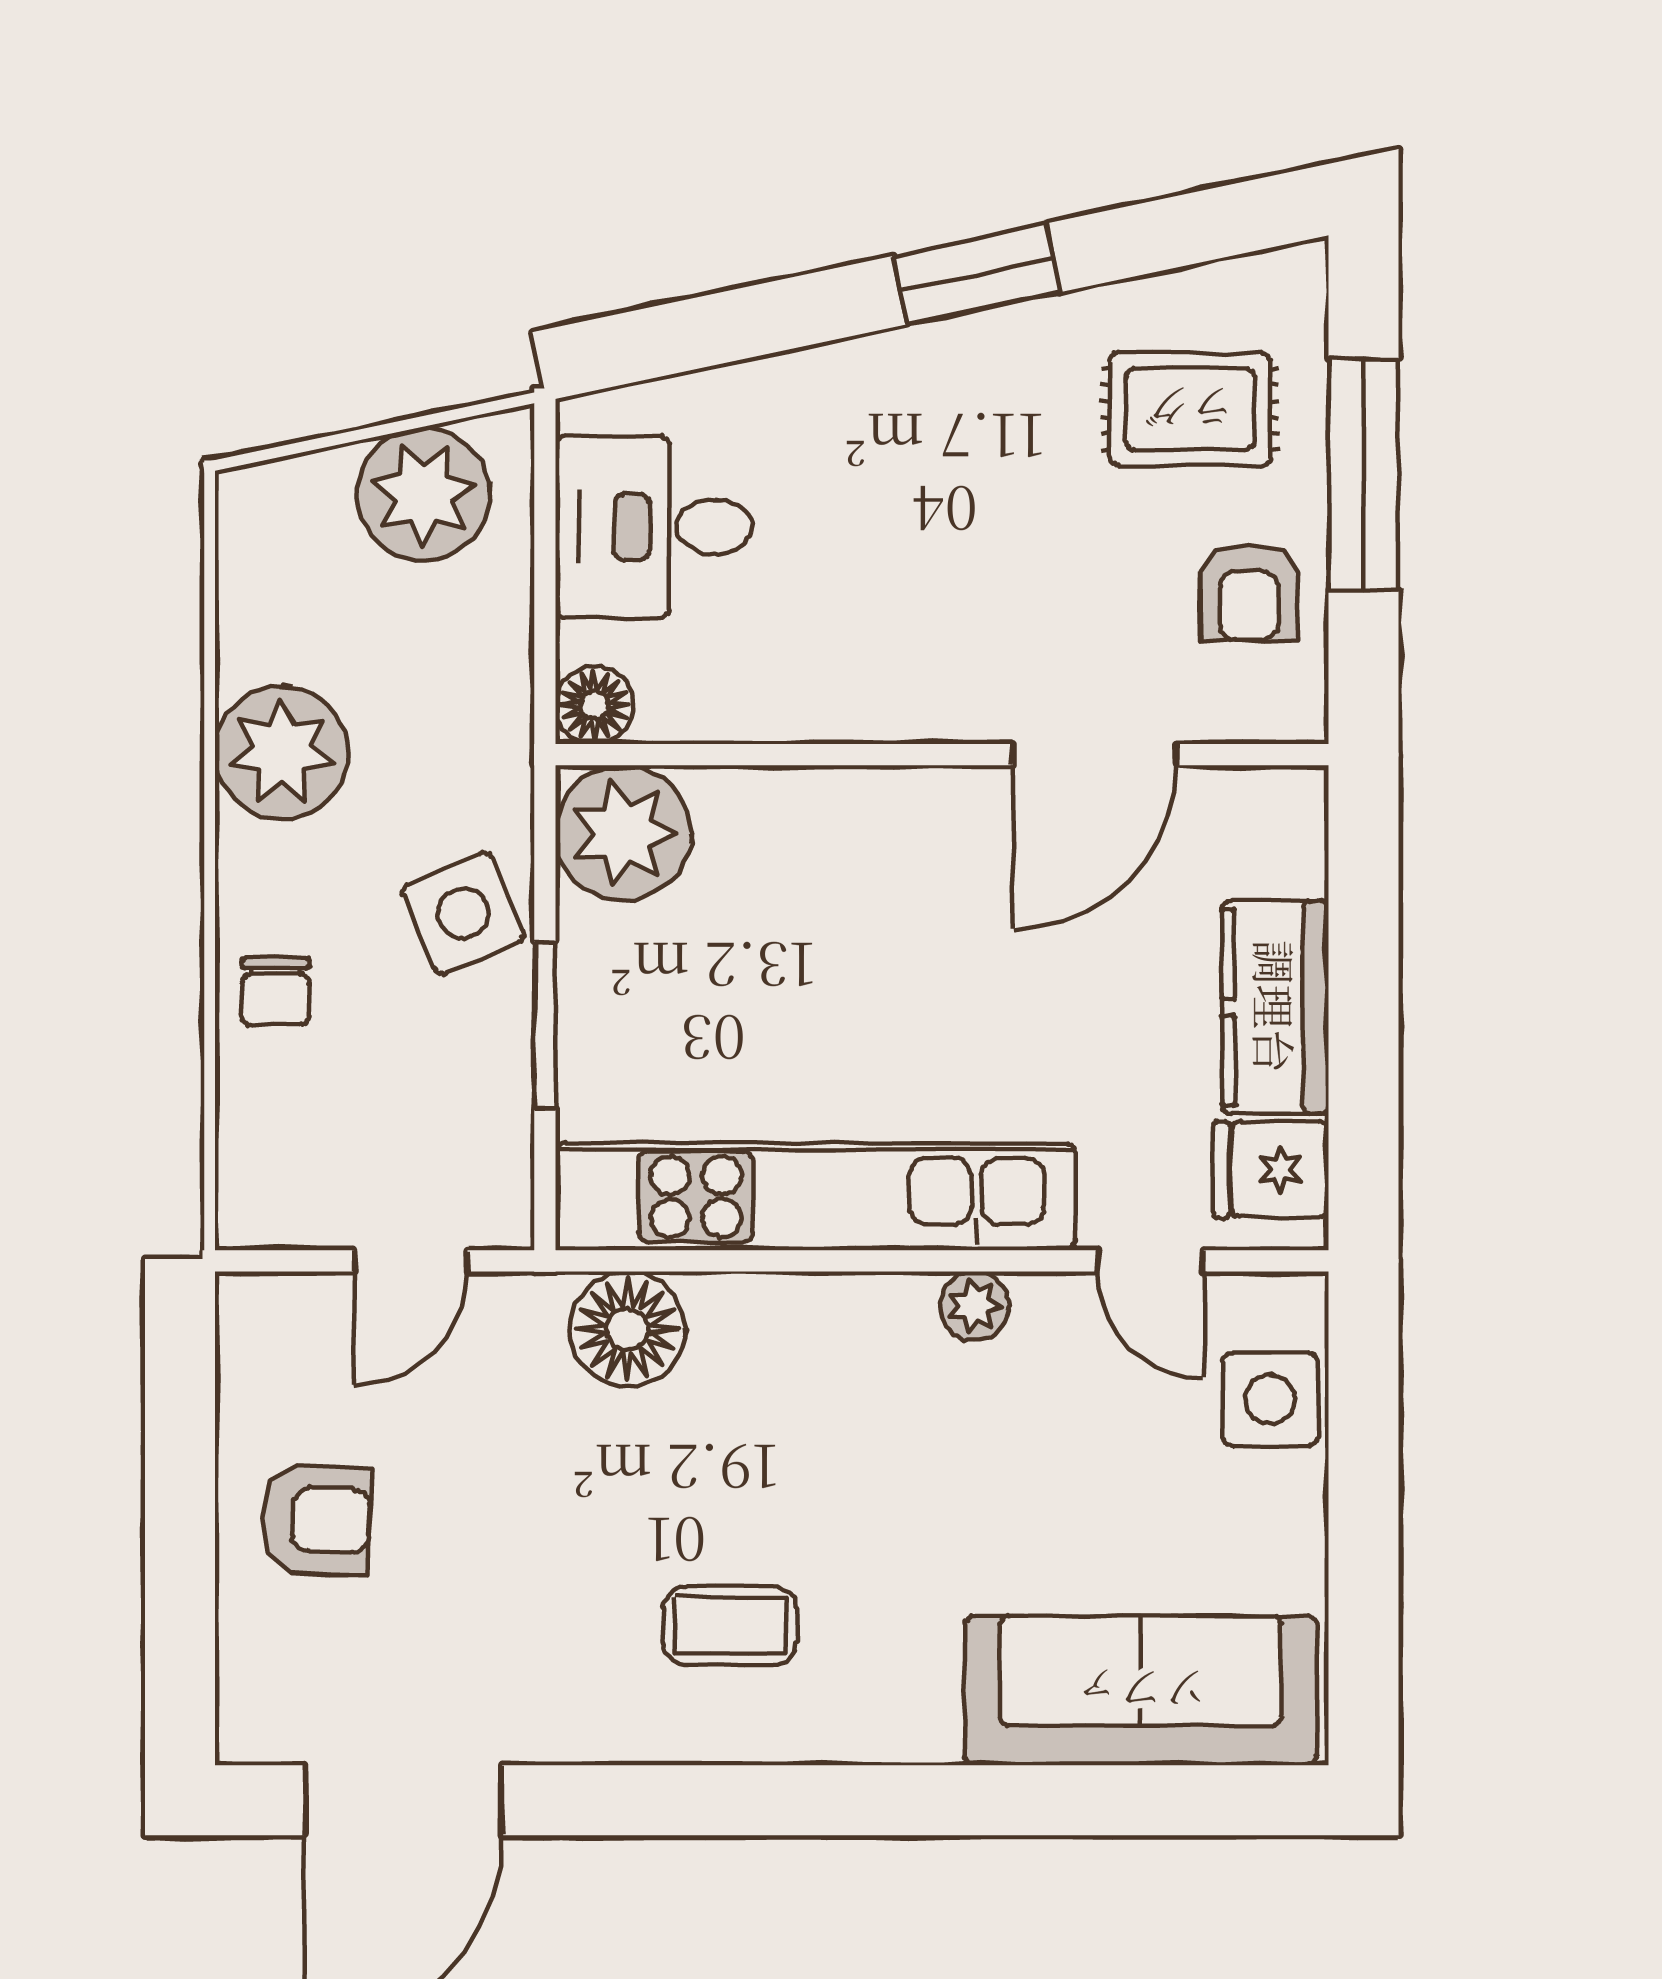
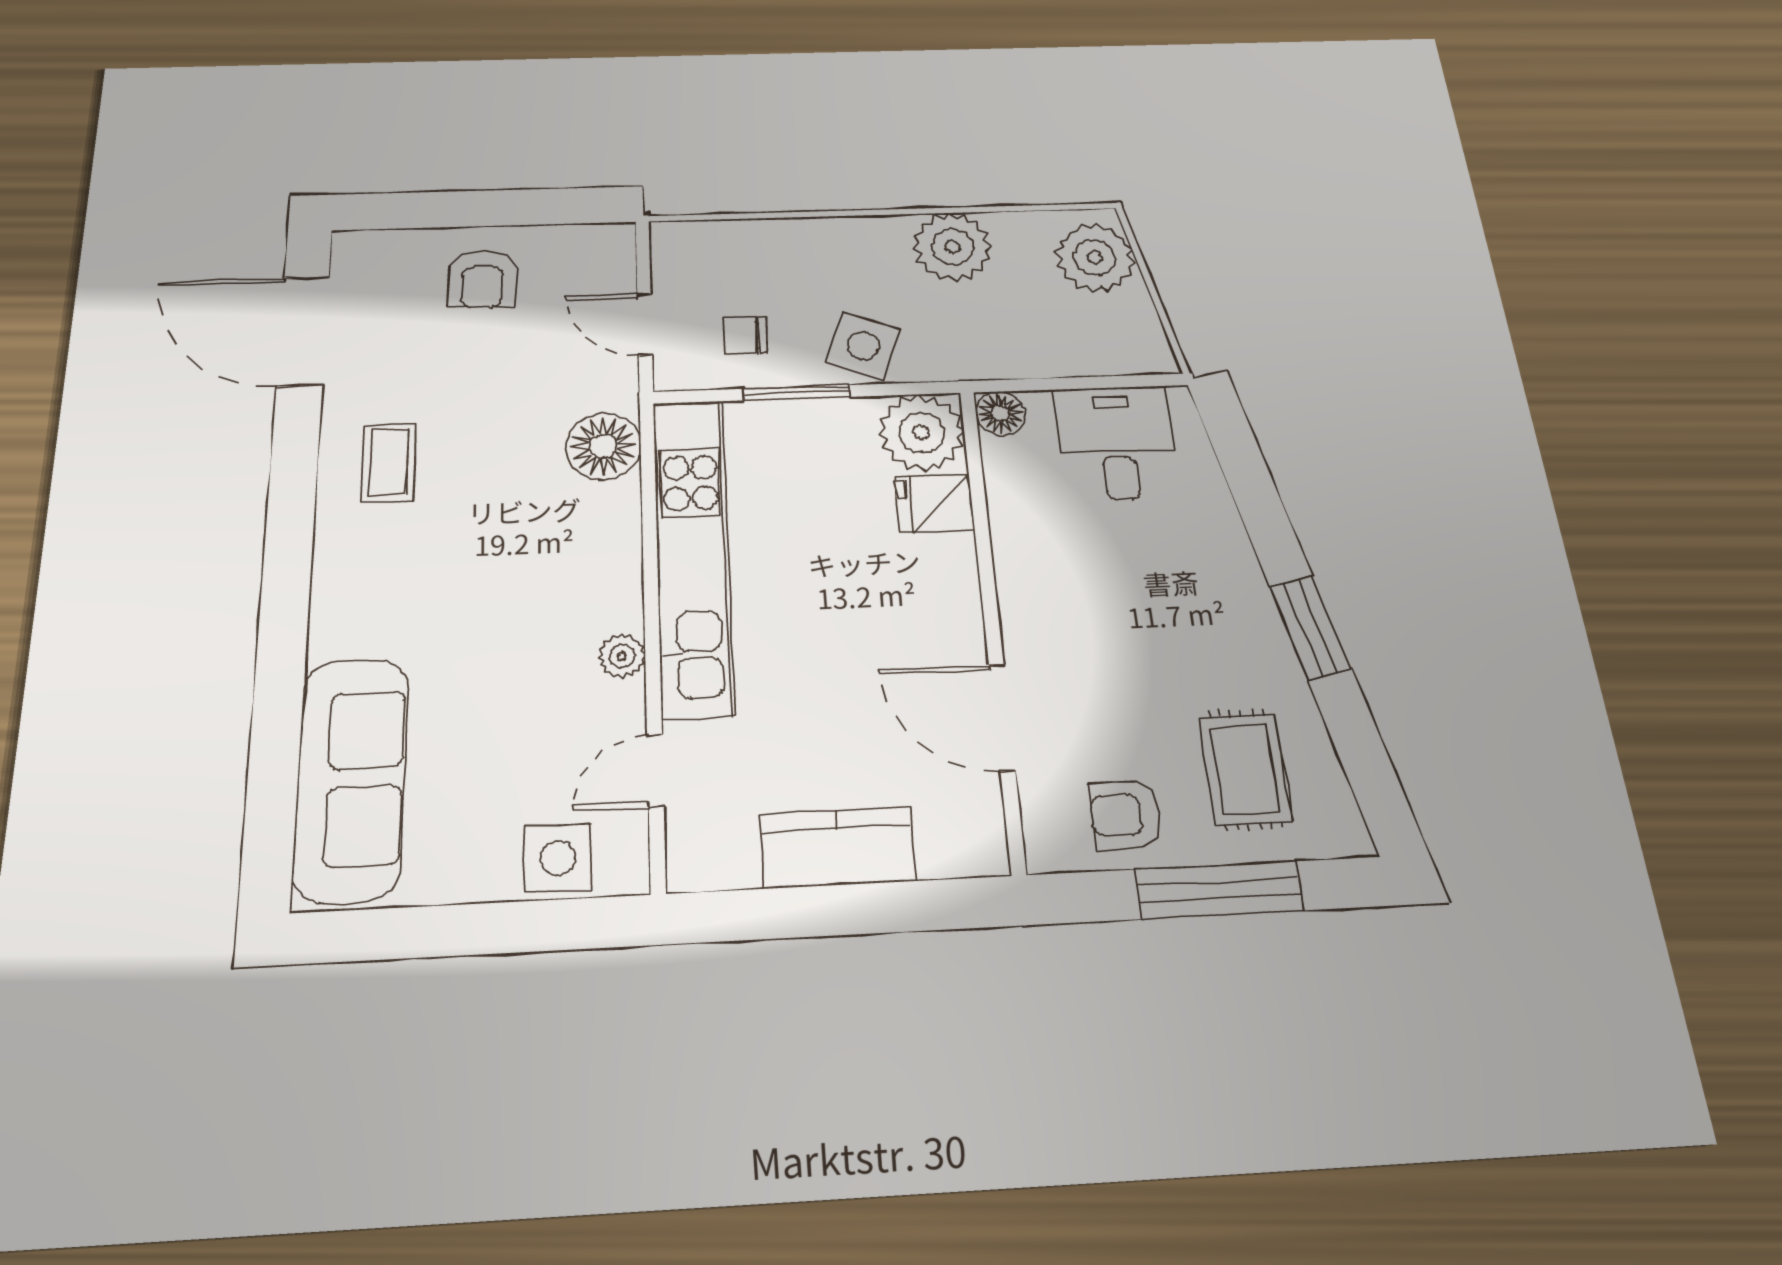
plant: (424, 494) -> (1095, 257), moved
side table: (463, 913) -> (863, 346), turned 45
chair: (275, 991) -> (745, 336), moved
fridge: (1271, 1169) -> (935, 503), moved, turned -90
coffee table: (730, 1626) -> (388, 463), moved

